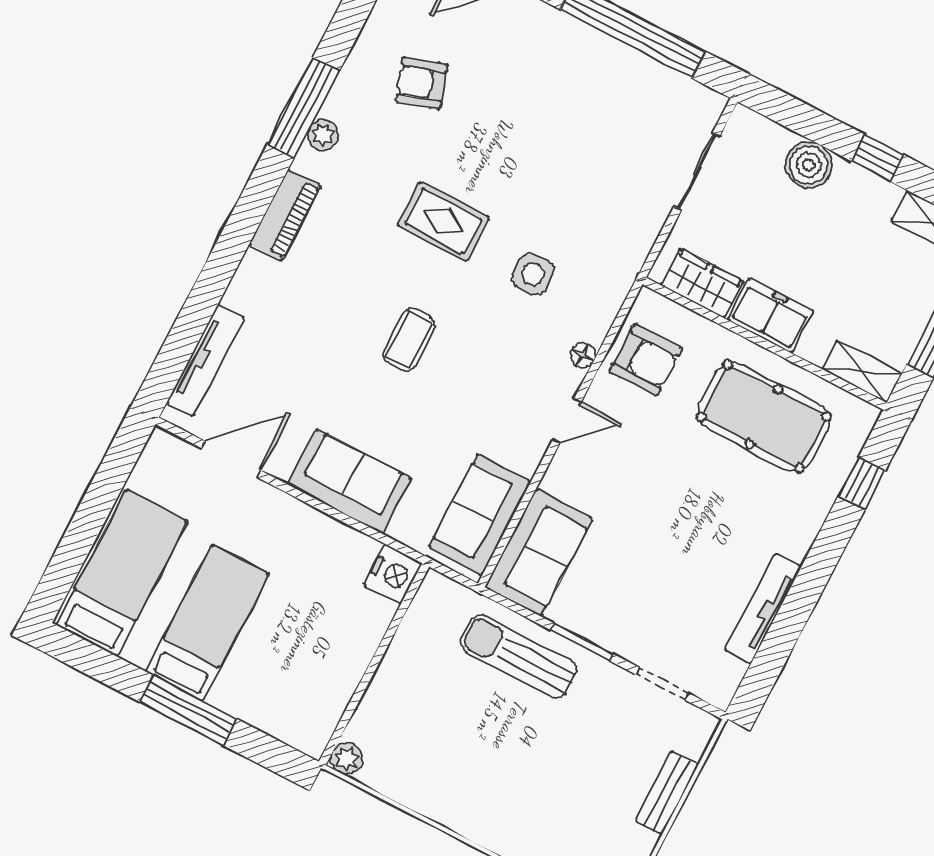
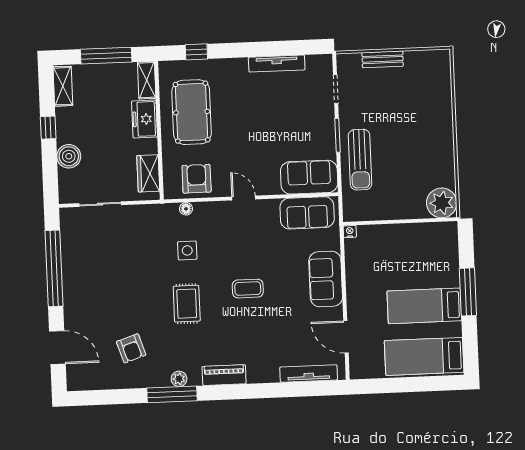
freezer: (771, 316) -> (145, 119), moved
floor lamp: (583, 355) -> (186, 209), moved
nightstand: (393, 574) -> (350, 232), width x0.53, depth x0.56
plant: (347, 759) -> (442, 203), width x1.87, depth x1.87

